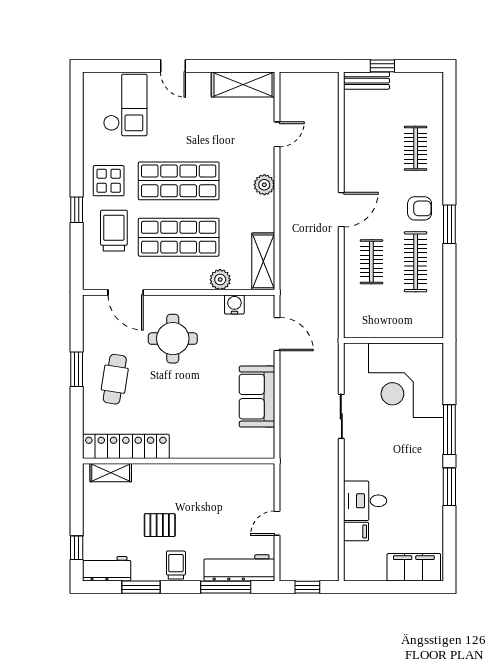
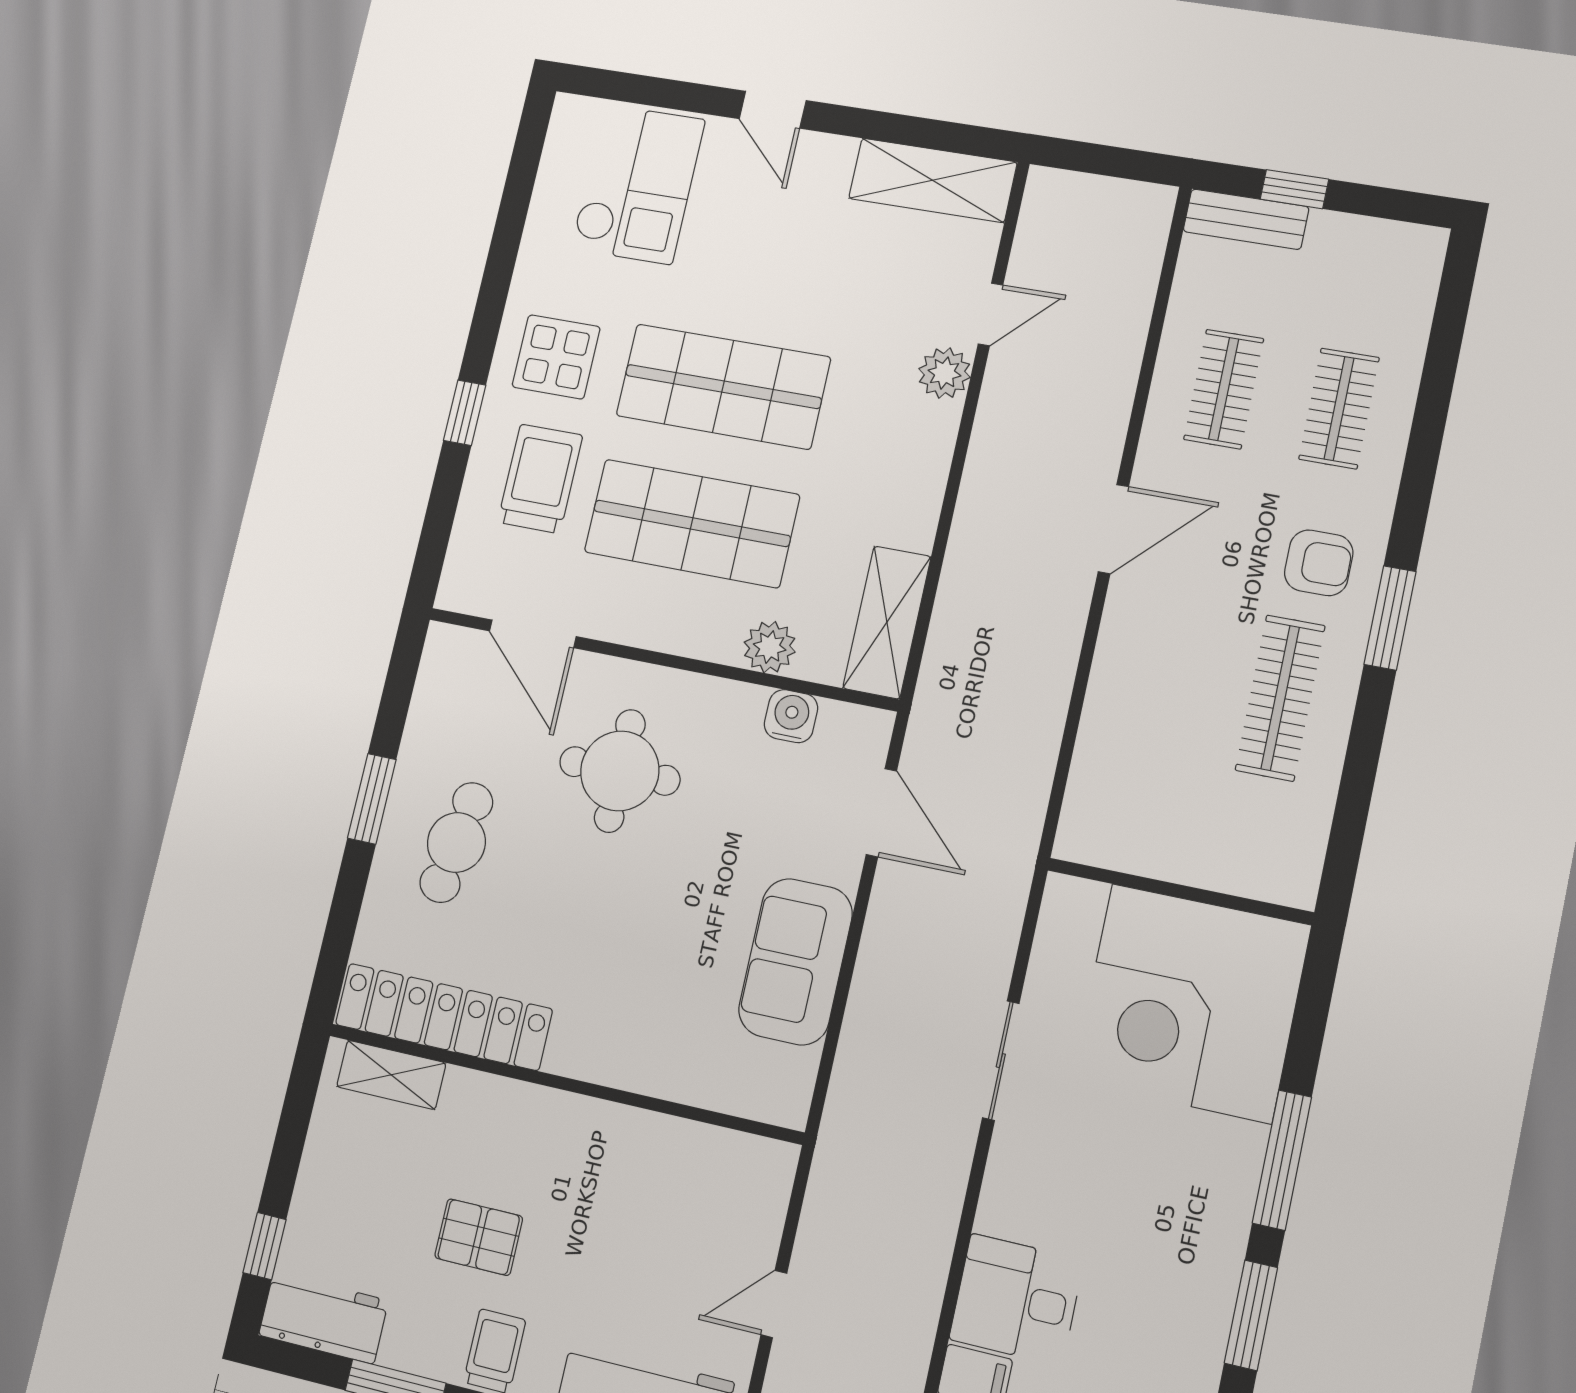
plant: (264, 185) -> (944, 373), moved
clothes rail: (371, 262) -> (1224, 389), moved

